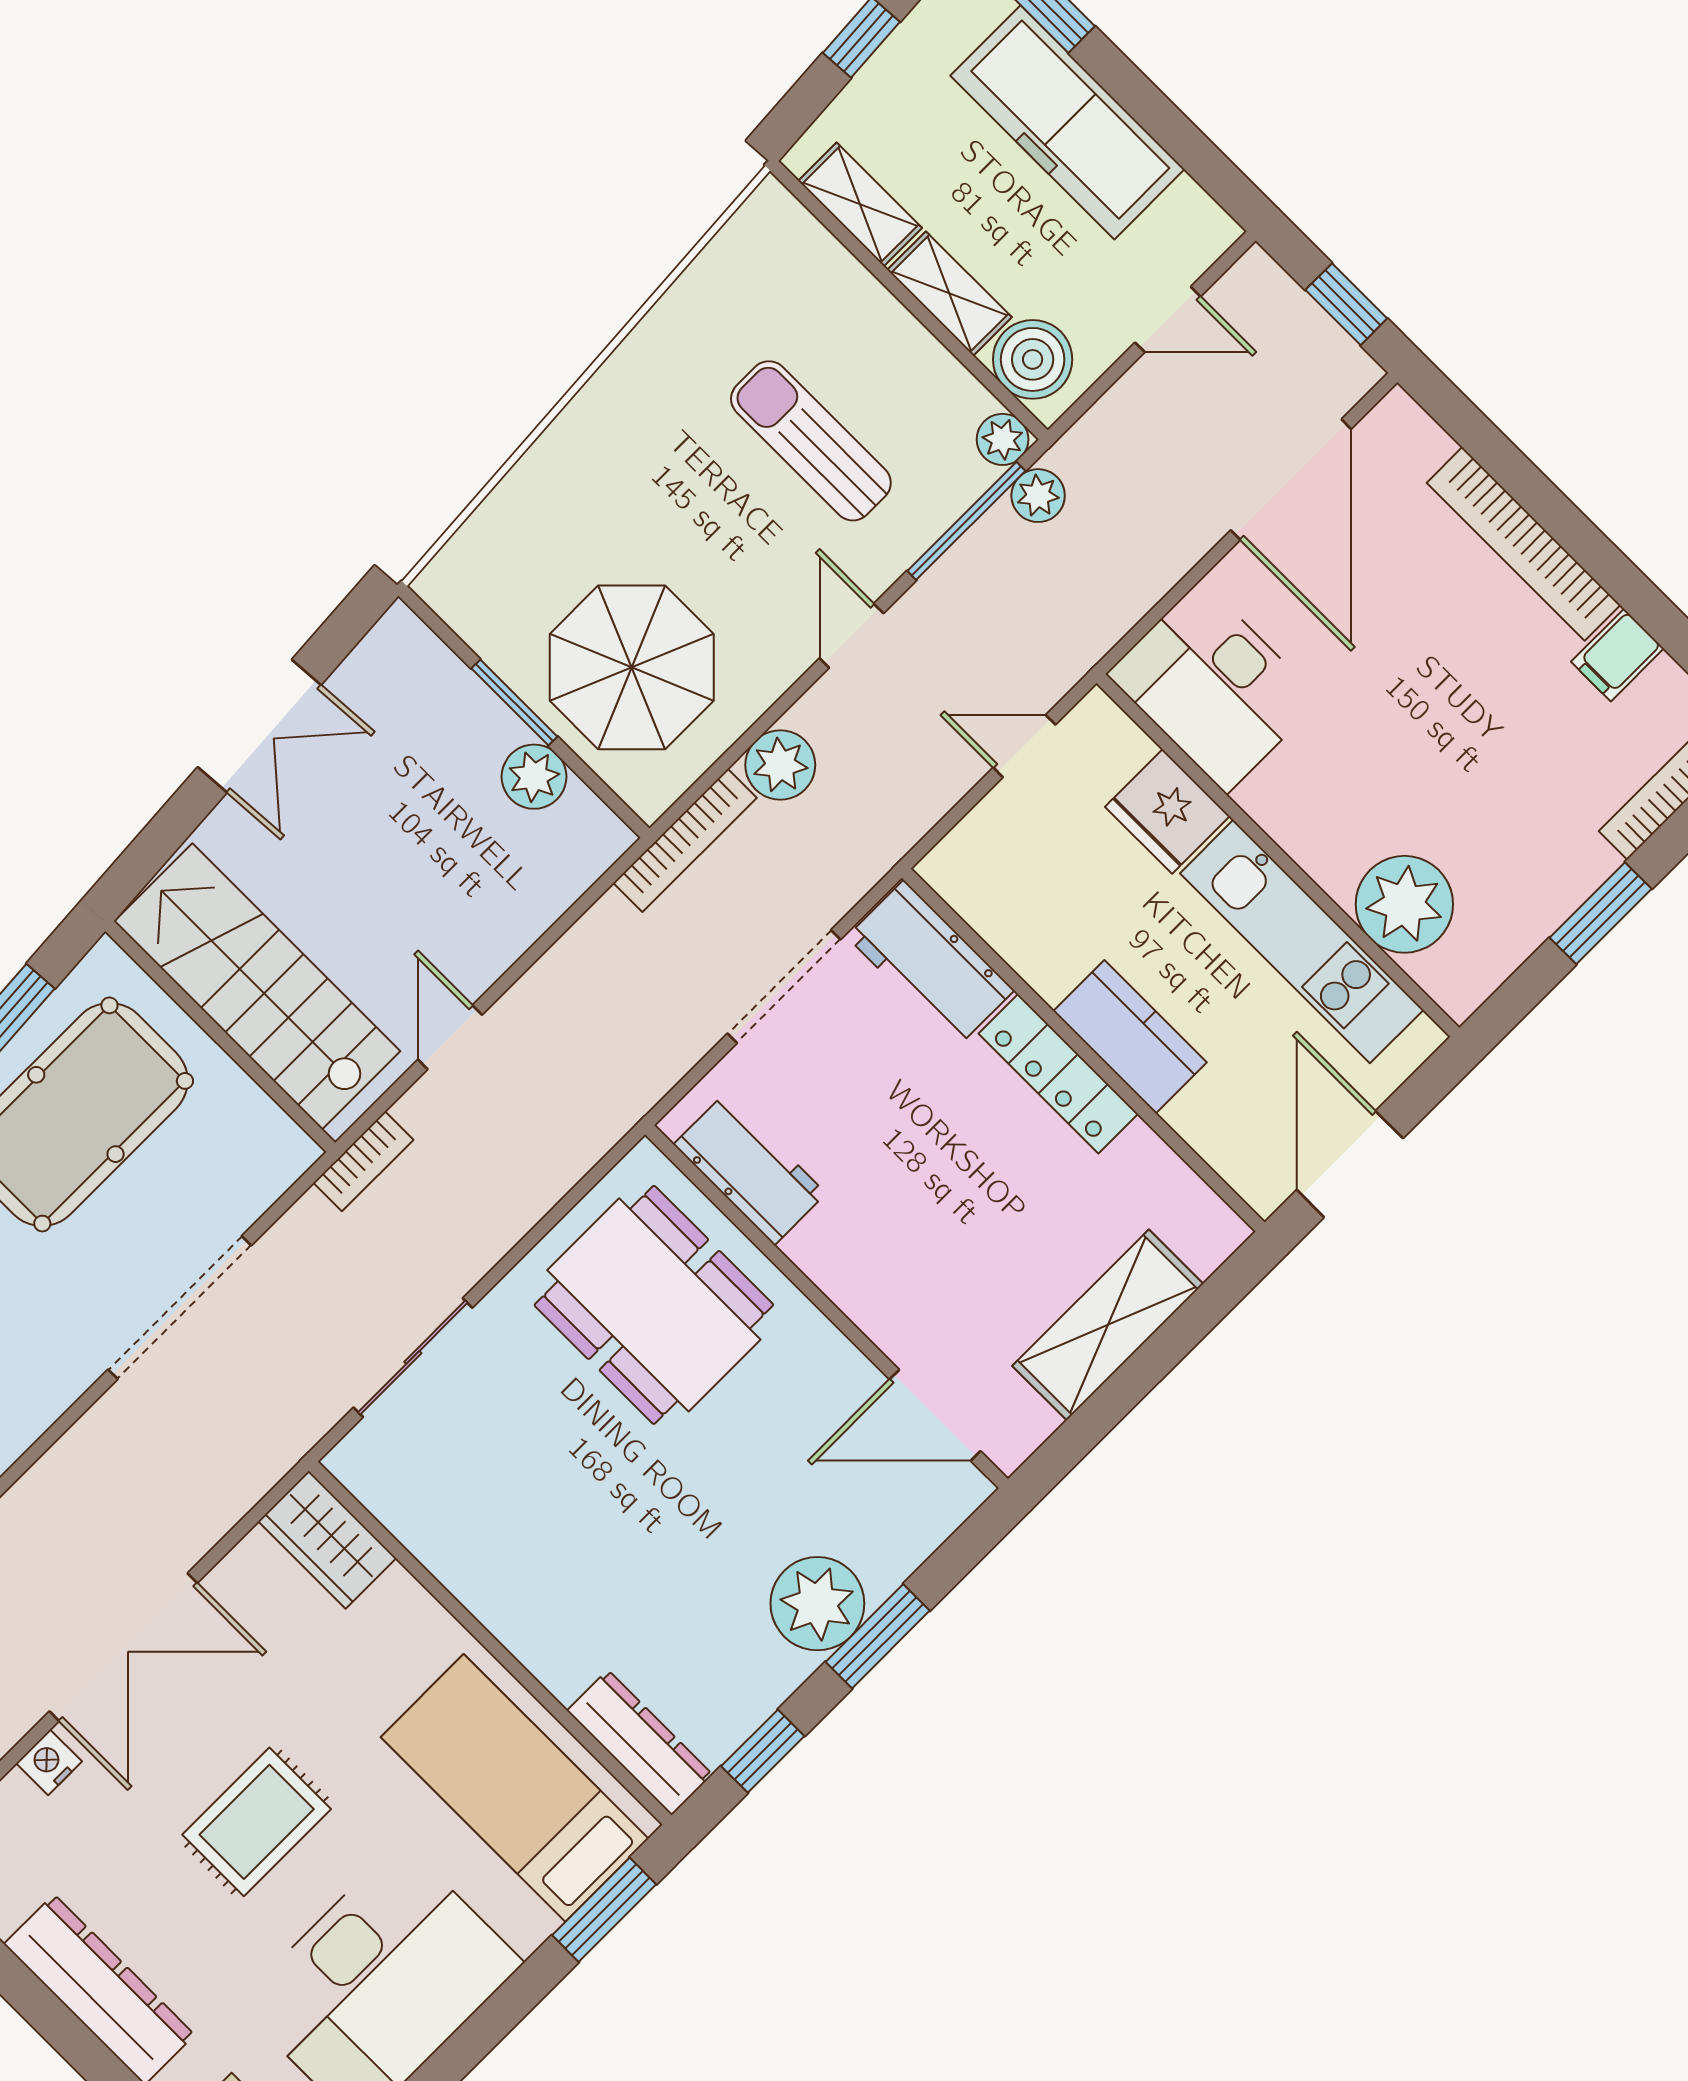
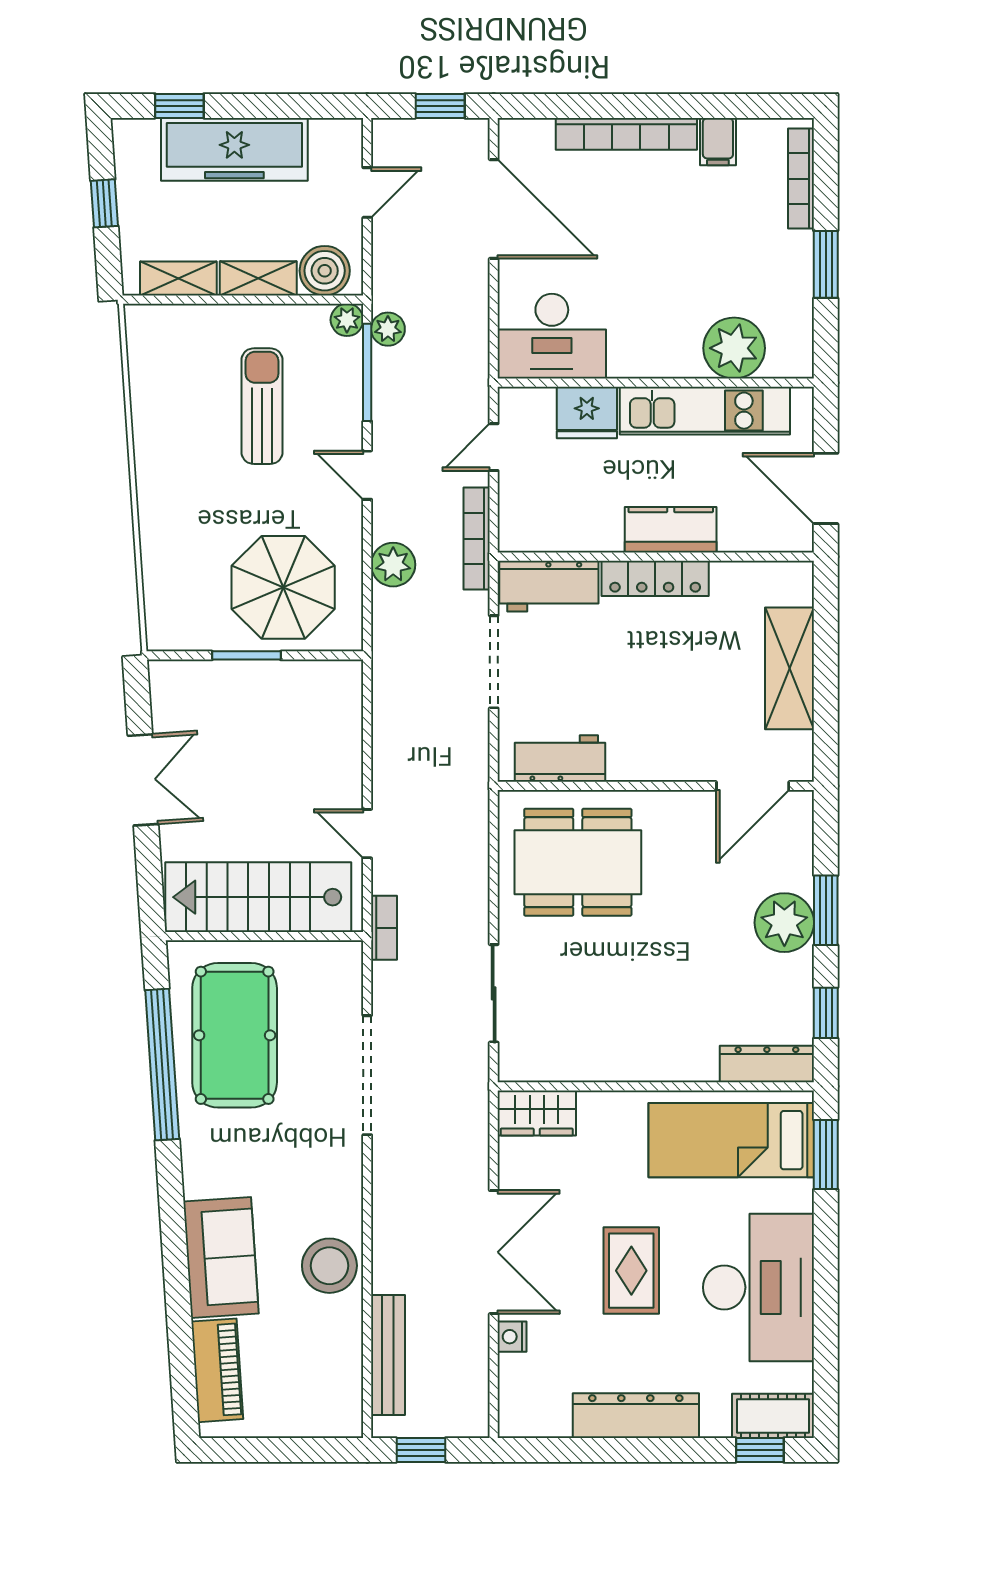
sun lounger: (811, 441) -> (262, 406), turned 90
plant: (534, 777) -> (288, 680), removed
bookcase: (685, 840) -> (477, 539), moved, turned 180

